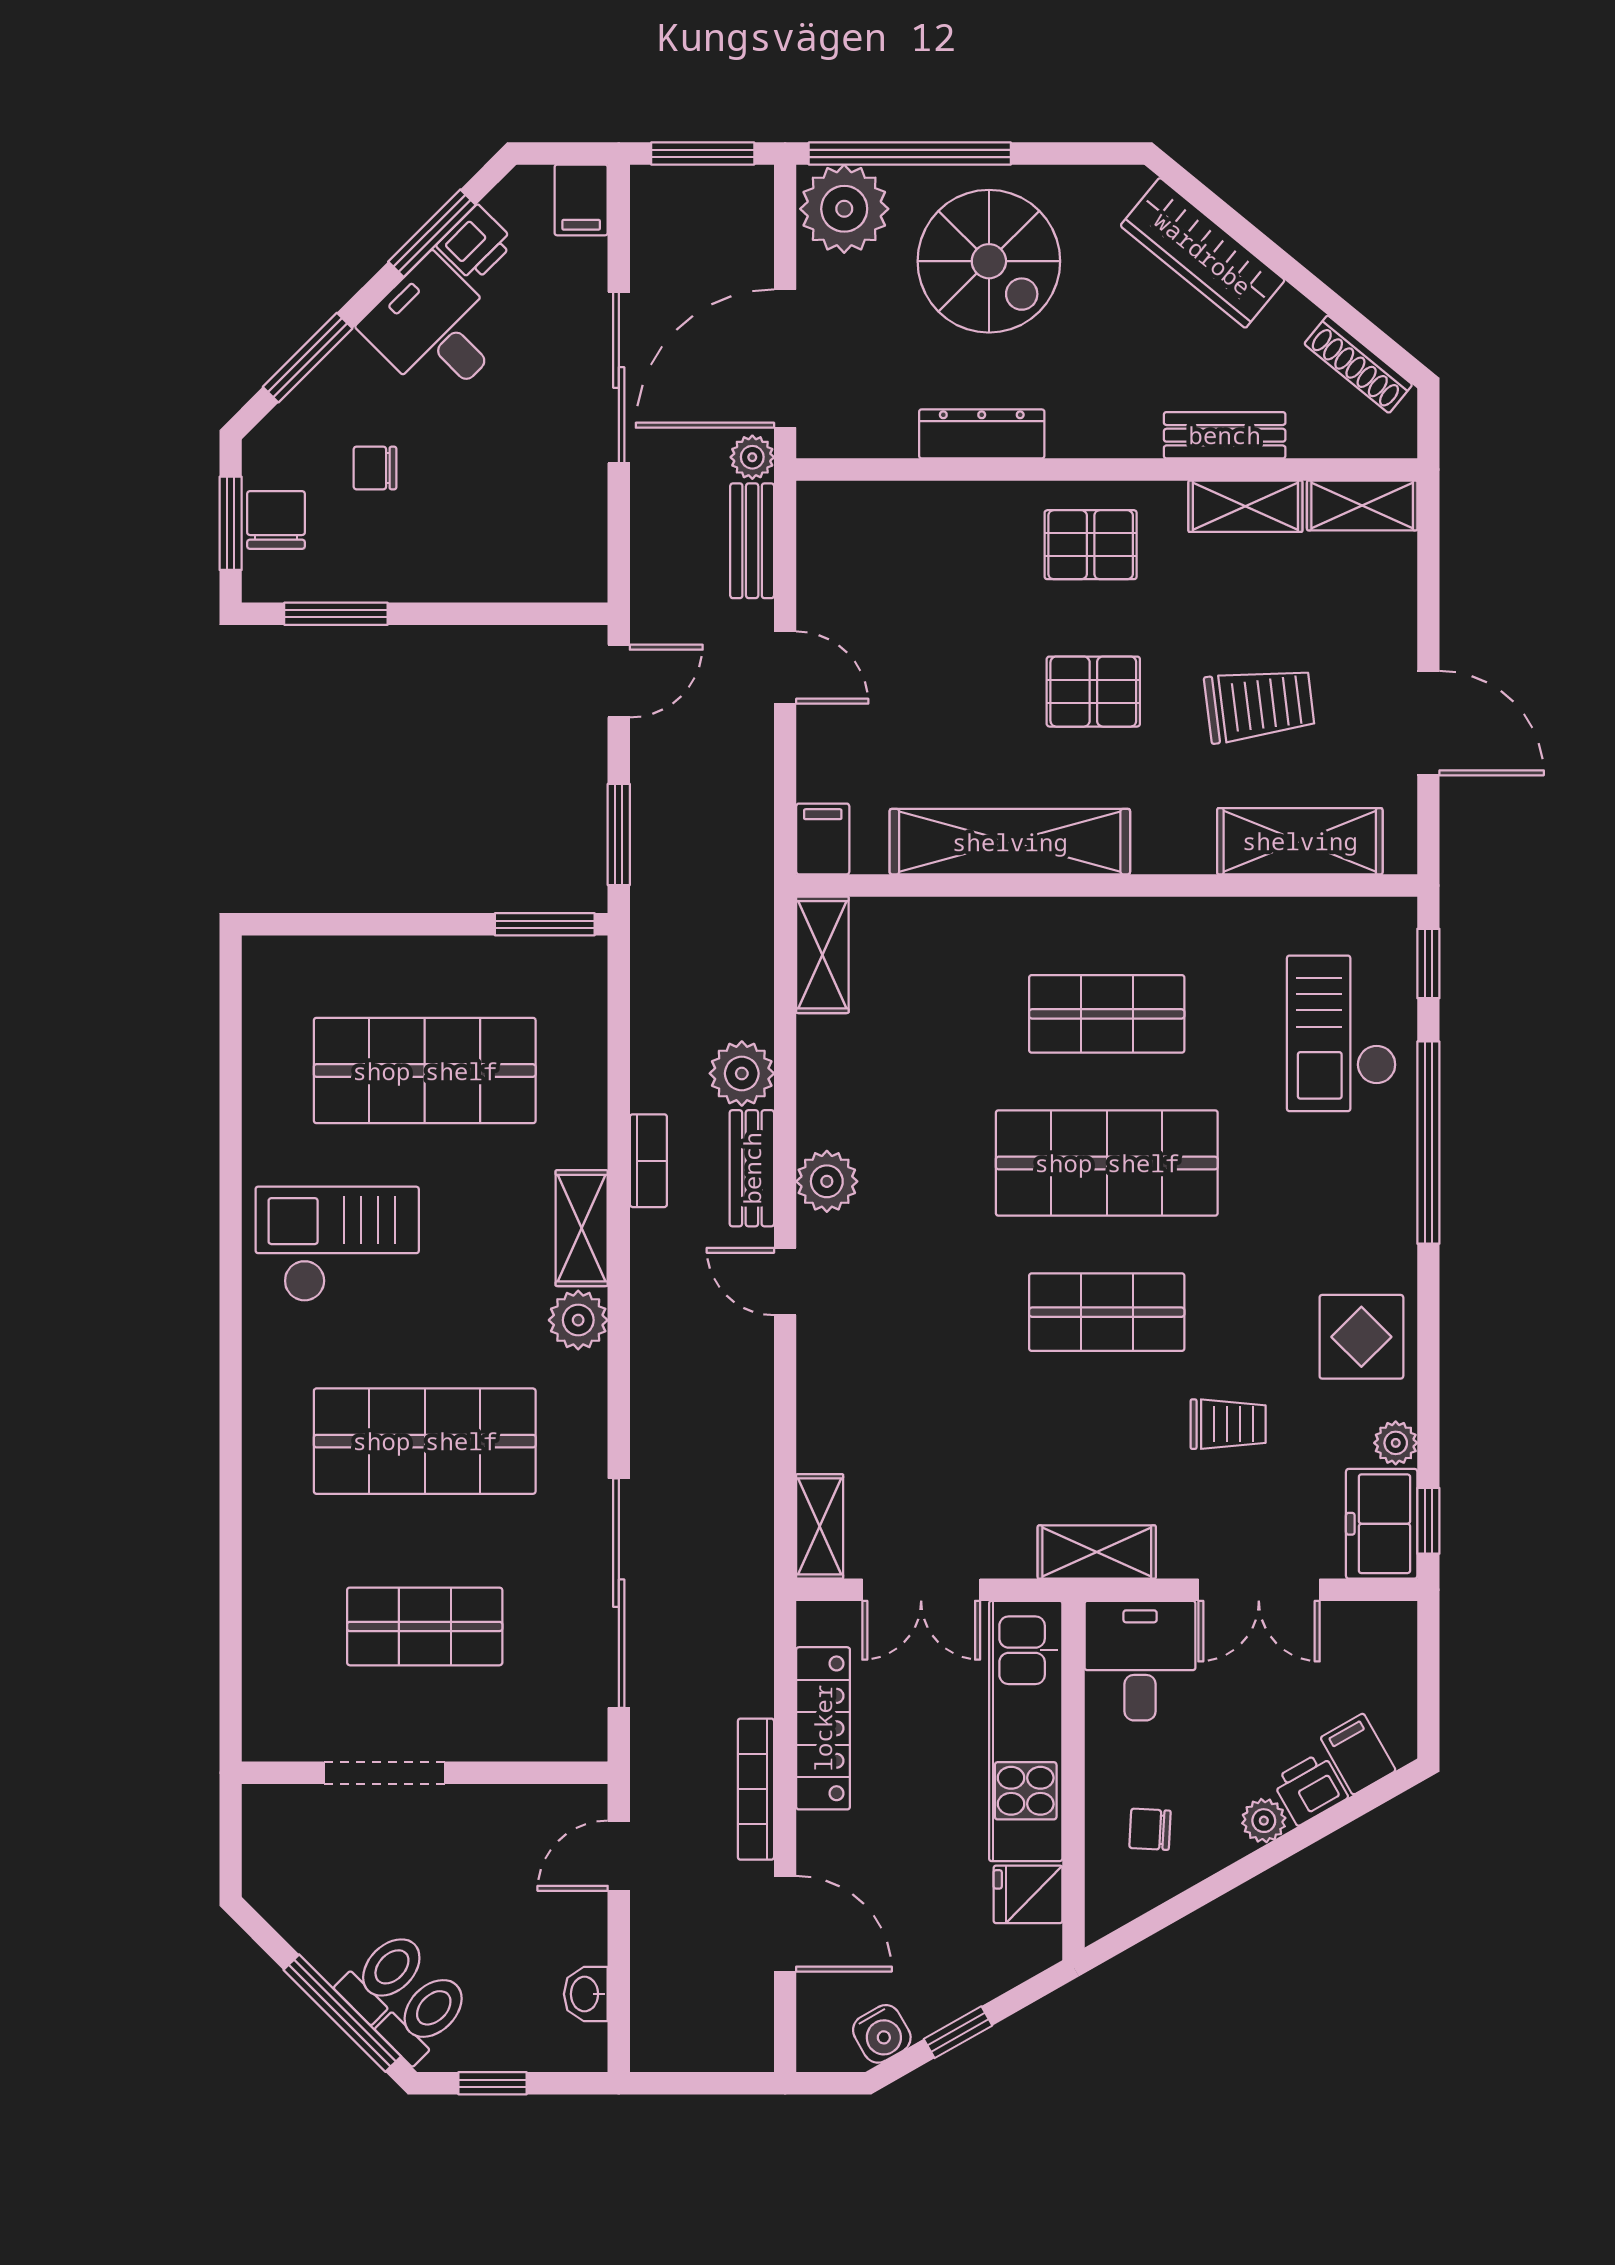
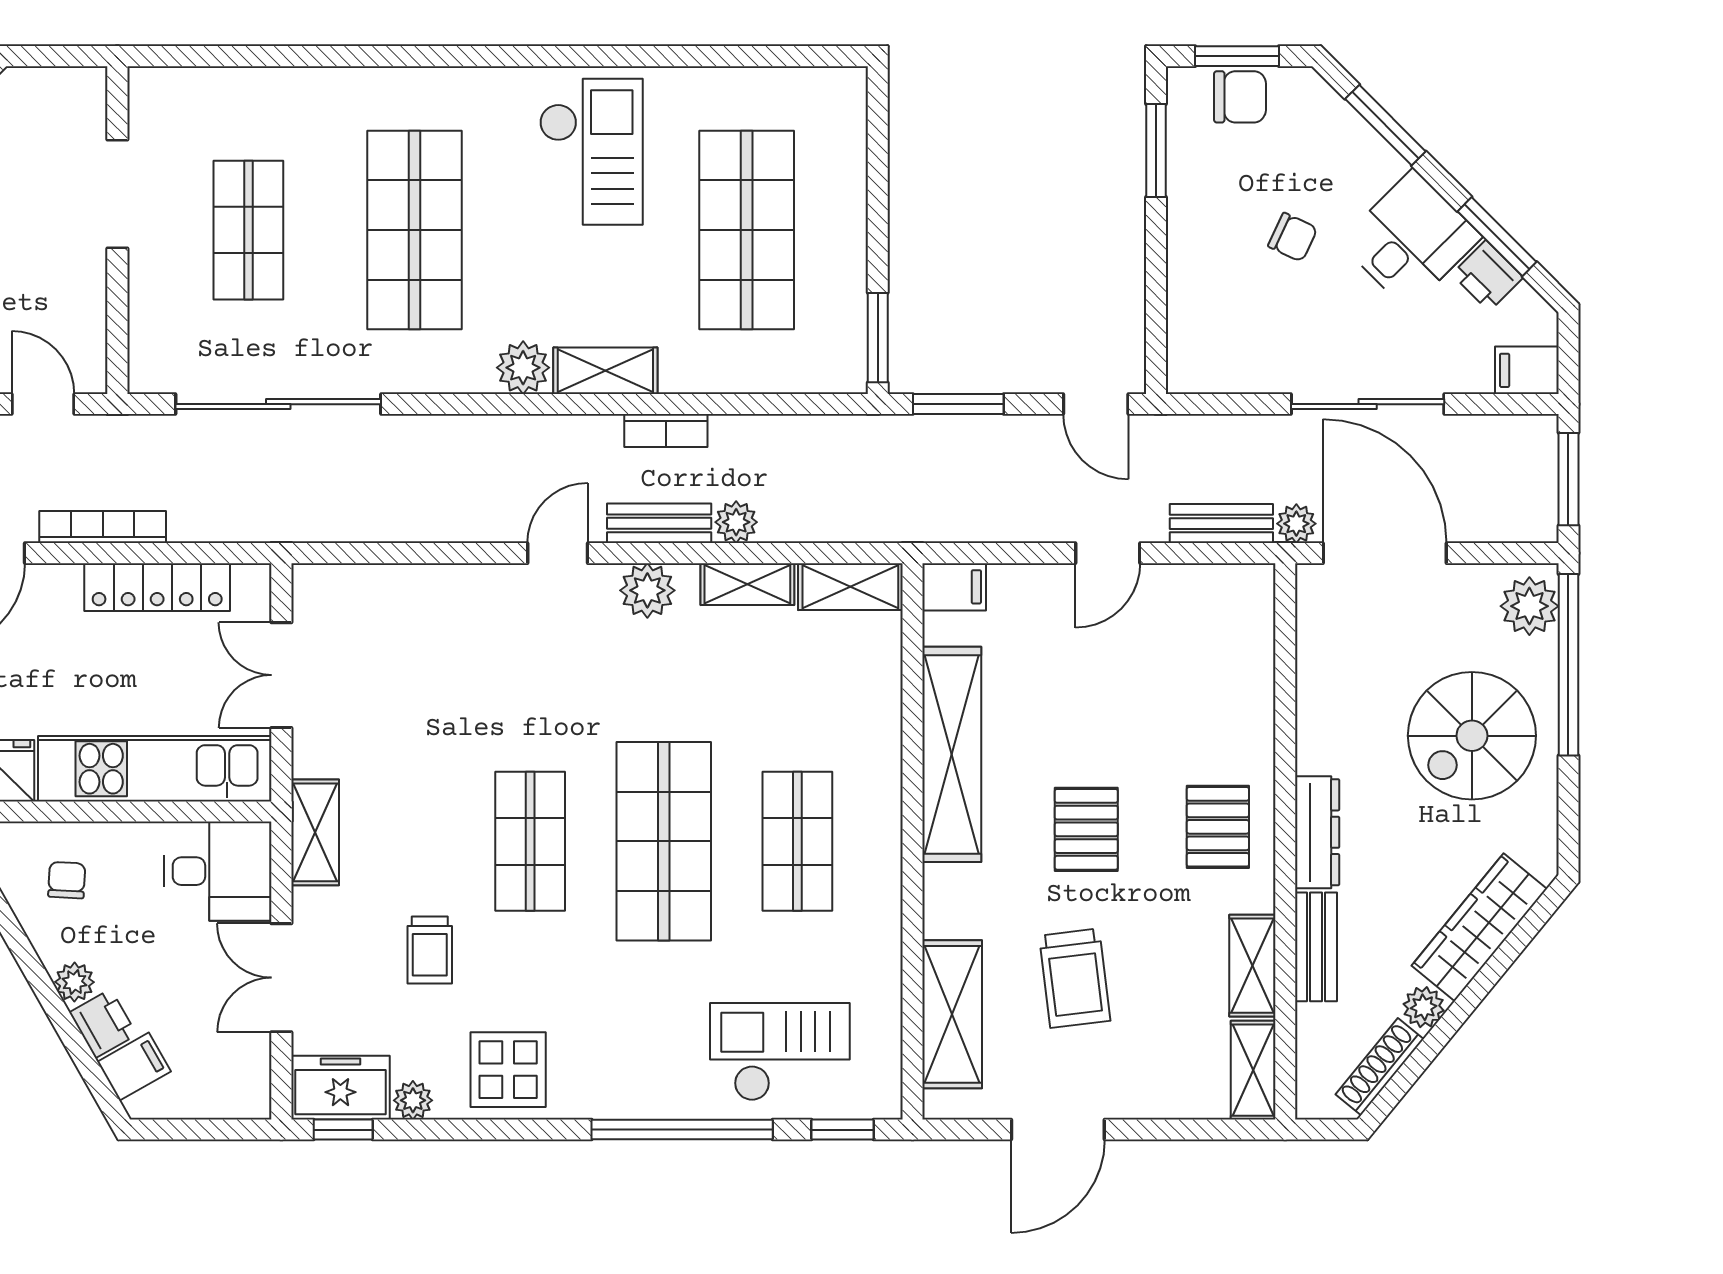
plant: (844, 209) -> (1529, 606), width x0.73, depth x0.73
plant: (1292, 315) -> (1424, 1007), added
dresser: (982, 434) -> (1317, 832), moved
chair: (375, 468) -> (1293, 237), moved, turned 115
plant: (742, 1073) -> (736, 522), width x0.73, depth x0.73
shelving: (820, 1526) -> (747, 584), moved

